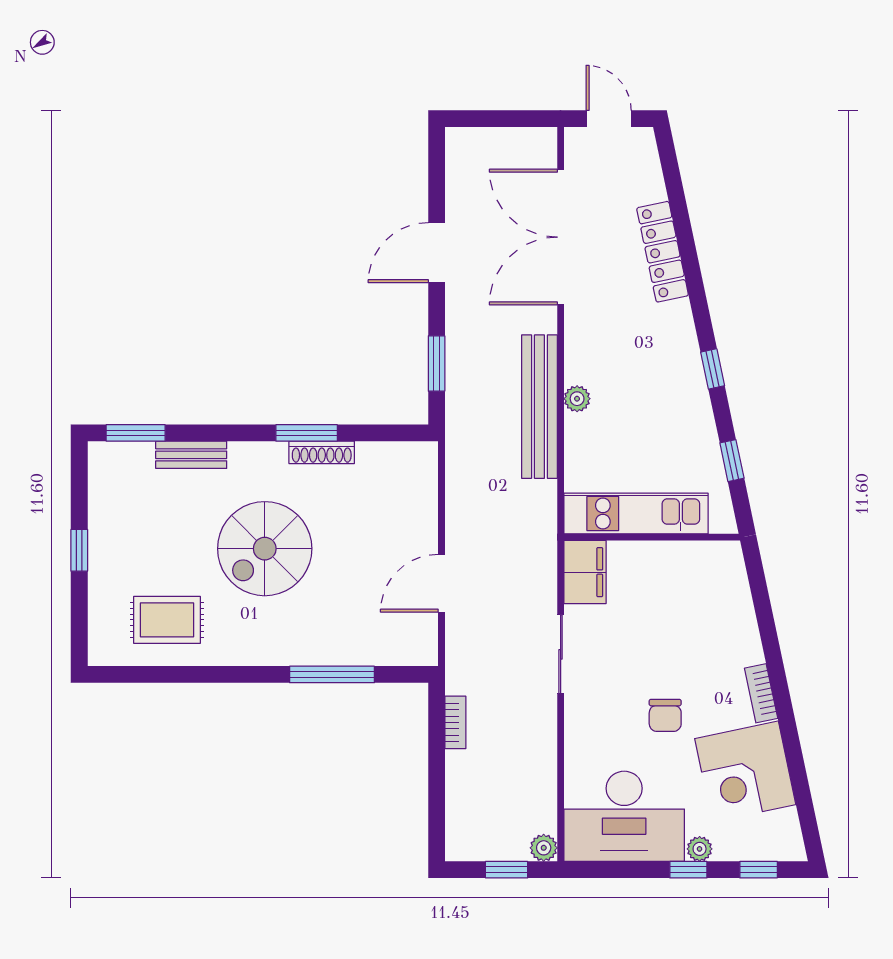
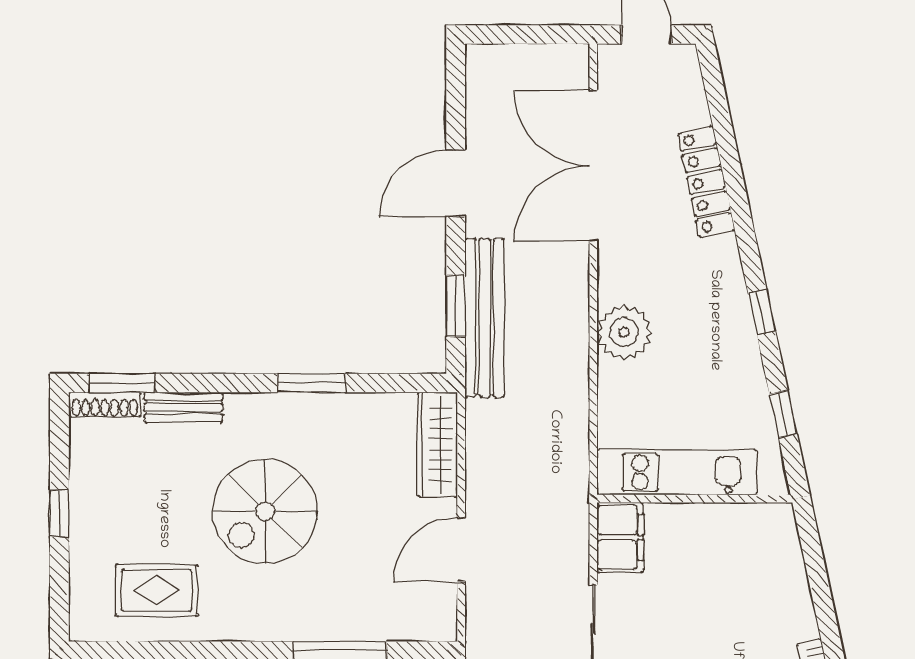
plant: (577, 399) -> (624, 332), width x1.87, depth x1.87
bench: (539, 407) -> (485, 318), moved
shoe rack: (322, 452) -> (105, 405), moved
wardrobe: (420, 488) -> (437, 444), added

